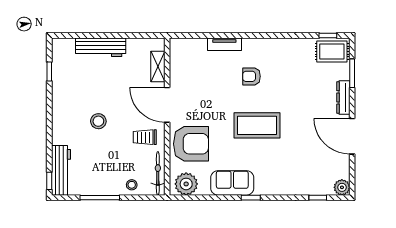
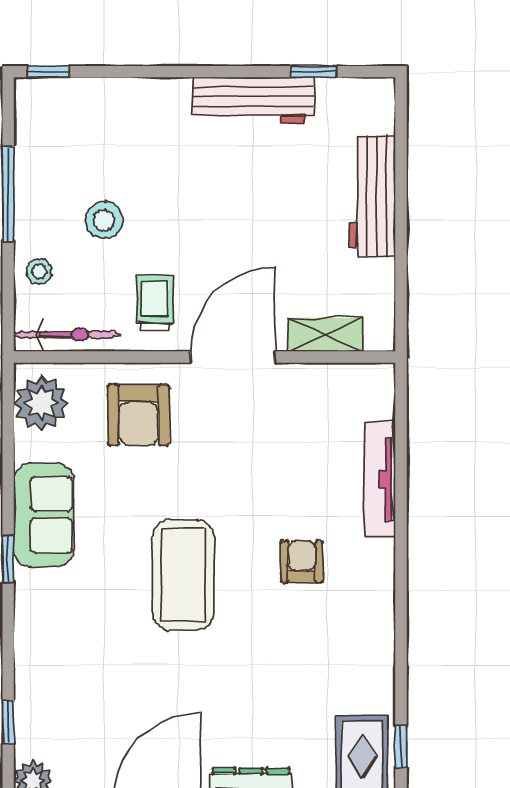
tv unit: (224, 44) -> (380, 479), width x1.41
stool: (98, 121) -> (104, 220), moved
armchair: (191, 144) -> (139, 415), width x0.73, depth x0.73
workbench: (61, 170) -> (253, 100), moved

